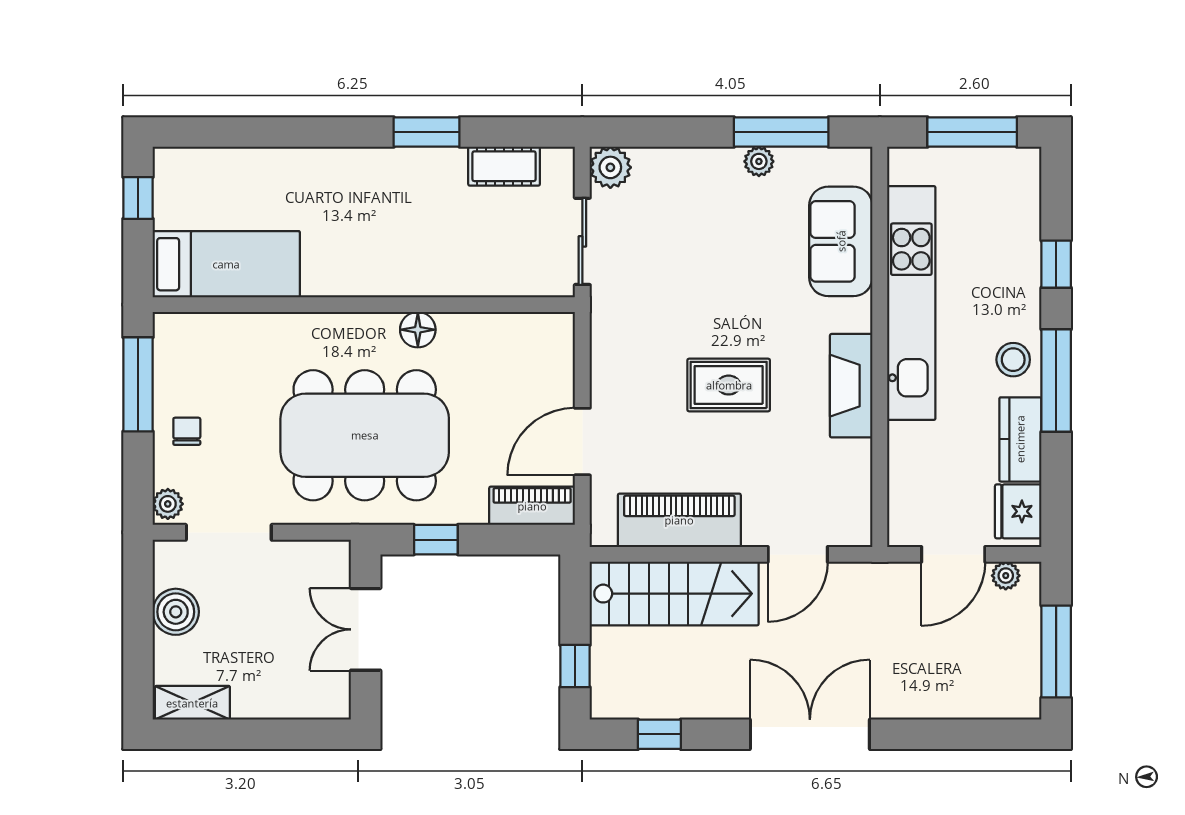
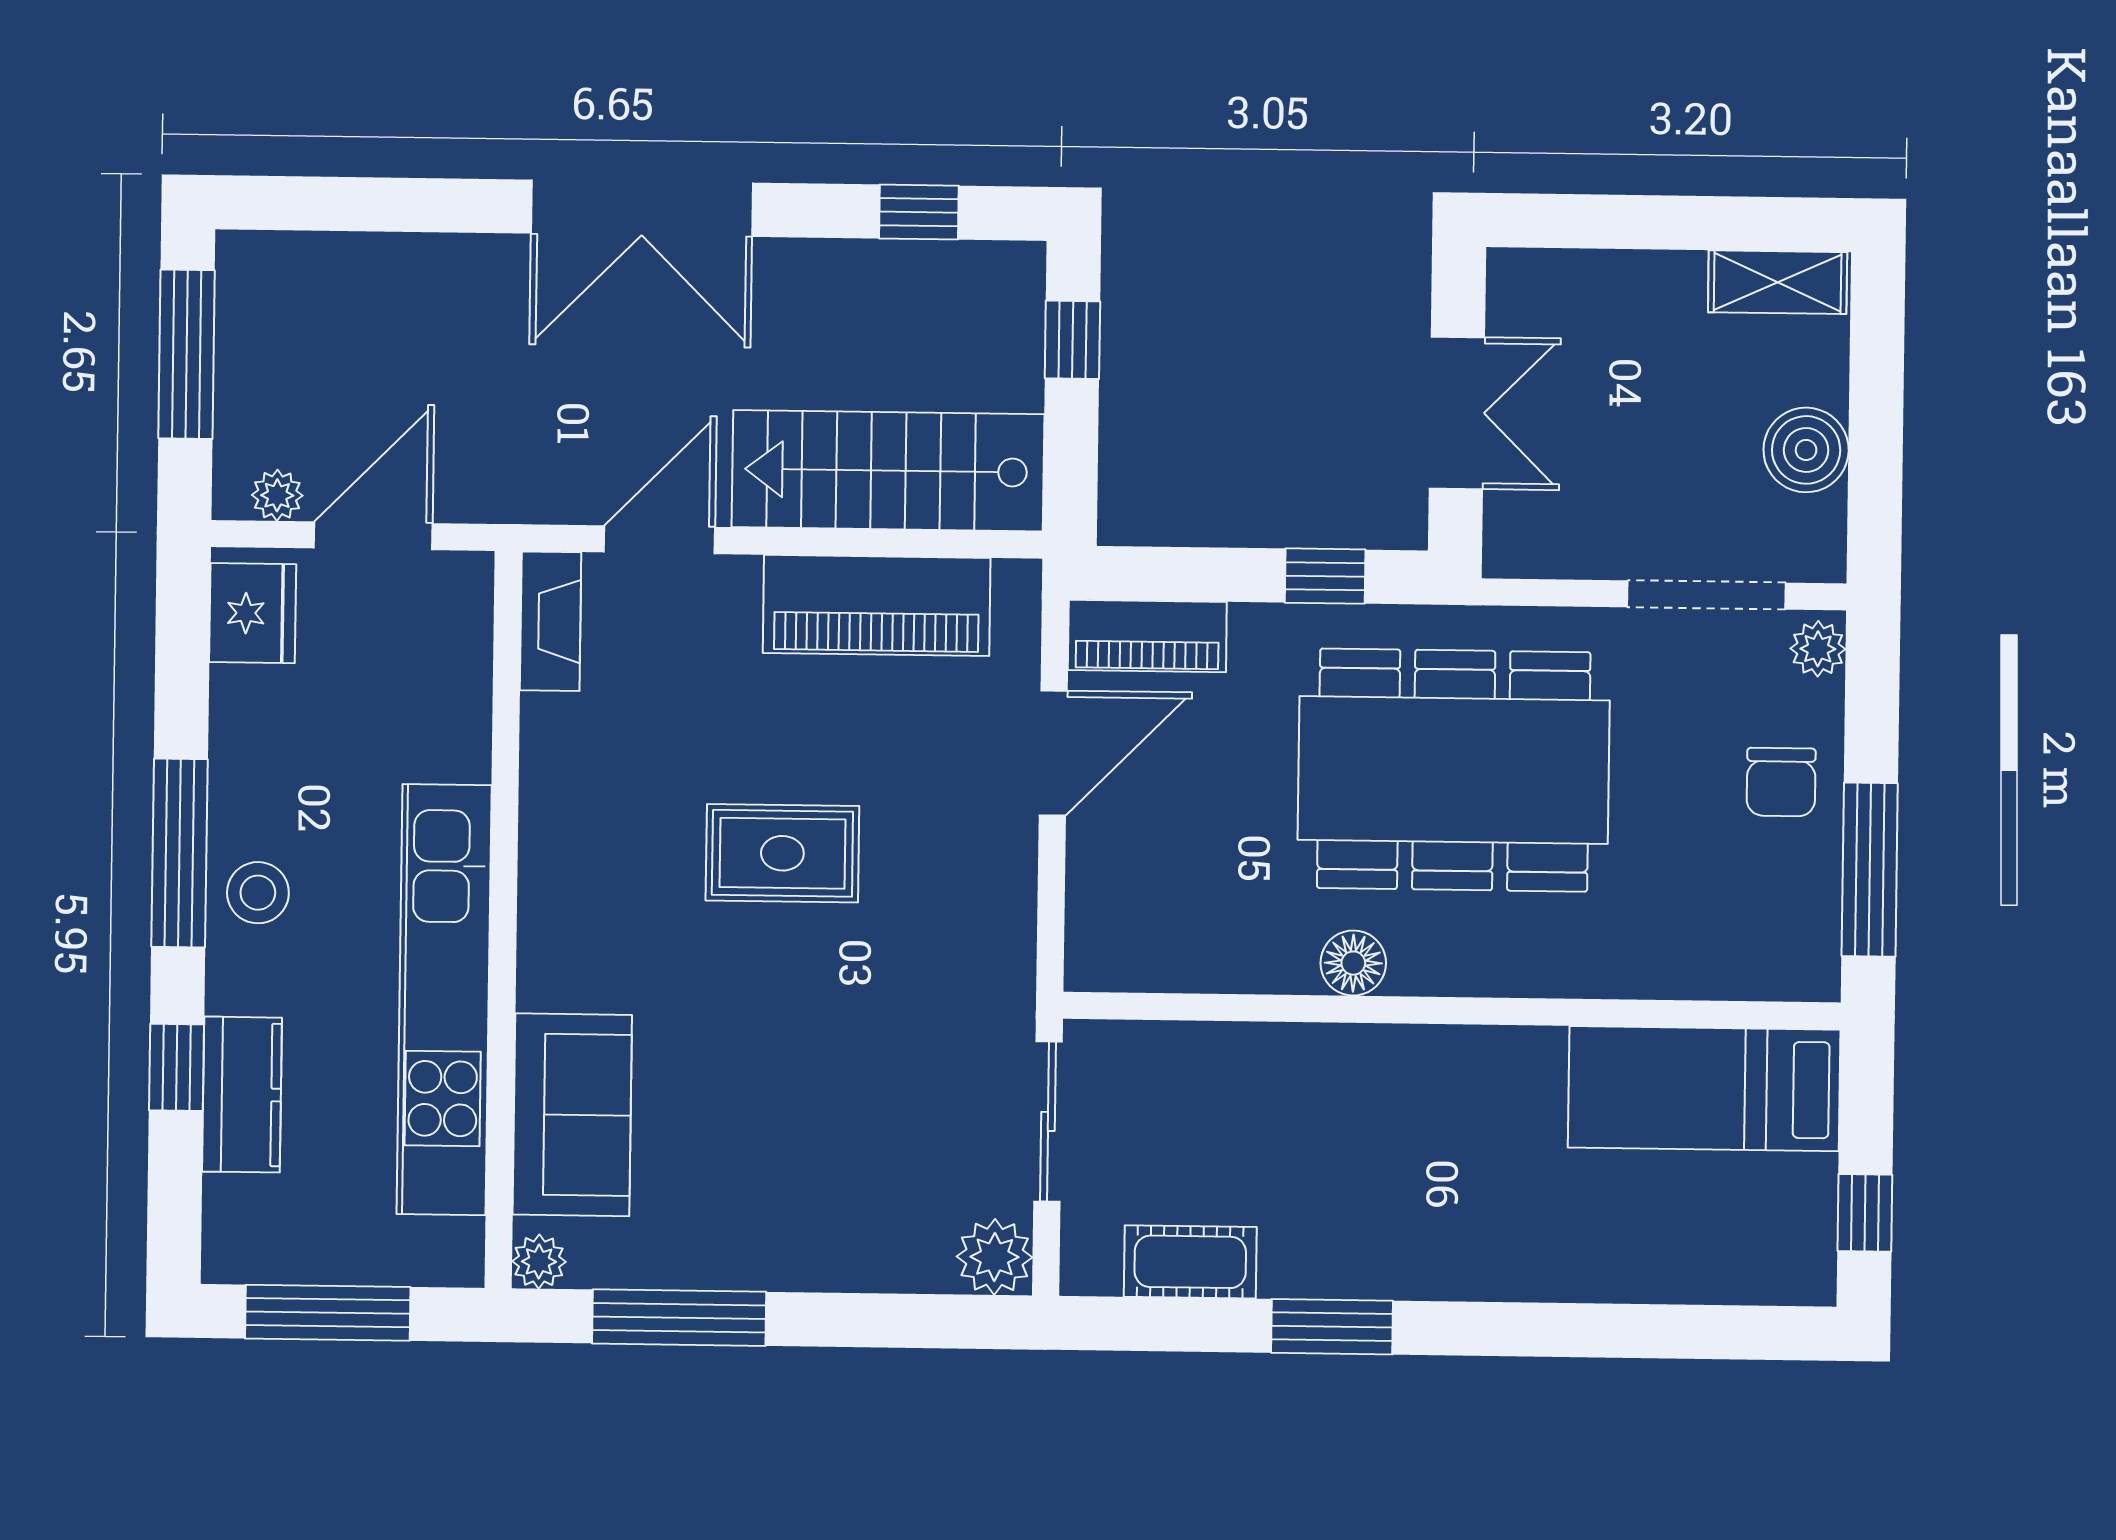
plant: (759, 161) -> (539, 1262), moved
fireplace: (851, 386) -> (551, 621), moved, width x0.73, depth x0.76
chair: (187, 431) -> (1781, 782), width x1.37, depth x1.37
kitchen counter: (1020, 439) -> (242, 1095), moved

